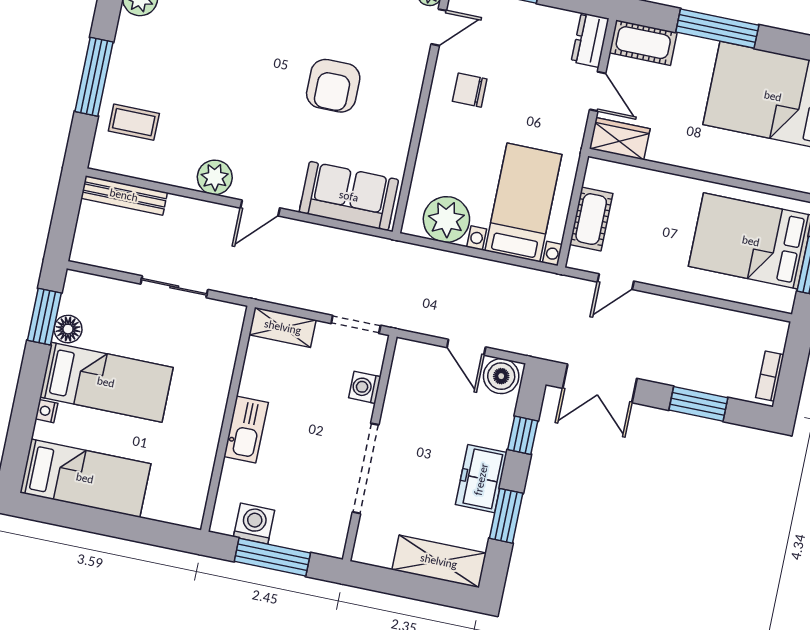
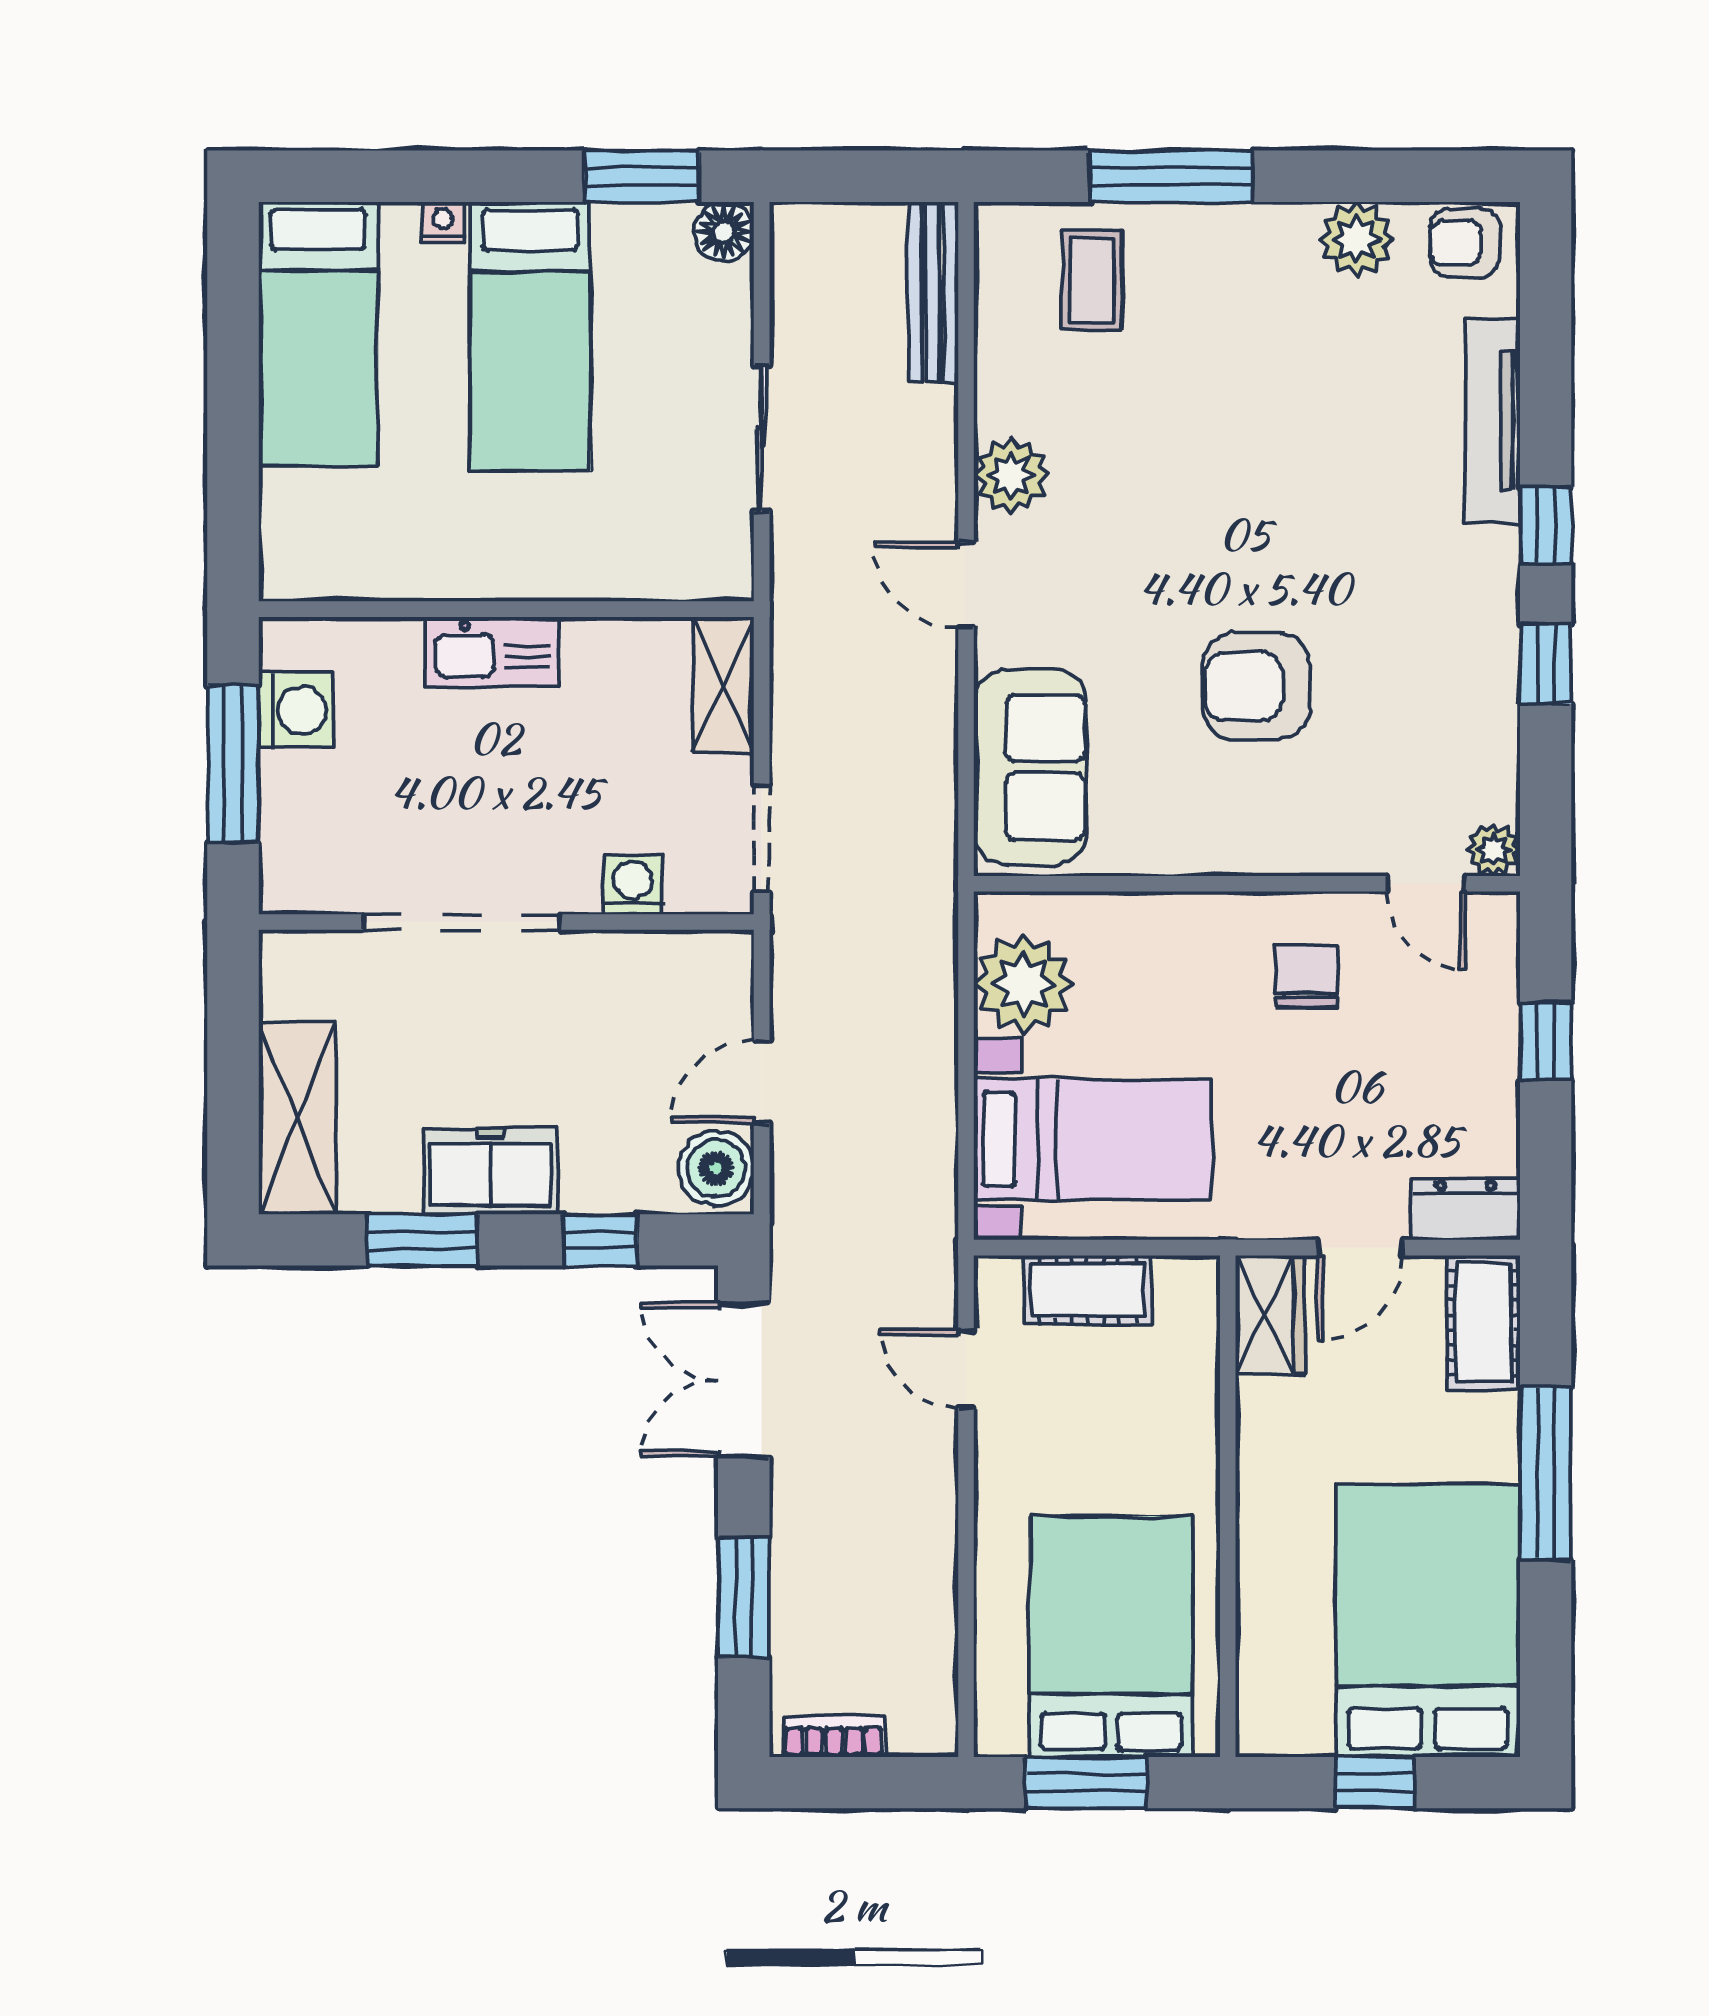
floor lamp: (68, 329) -> (724, 232), moved

